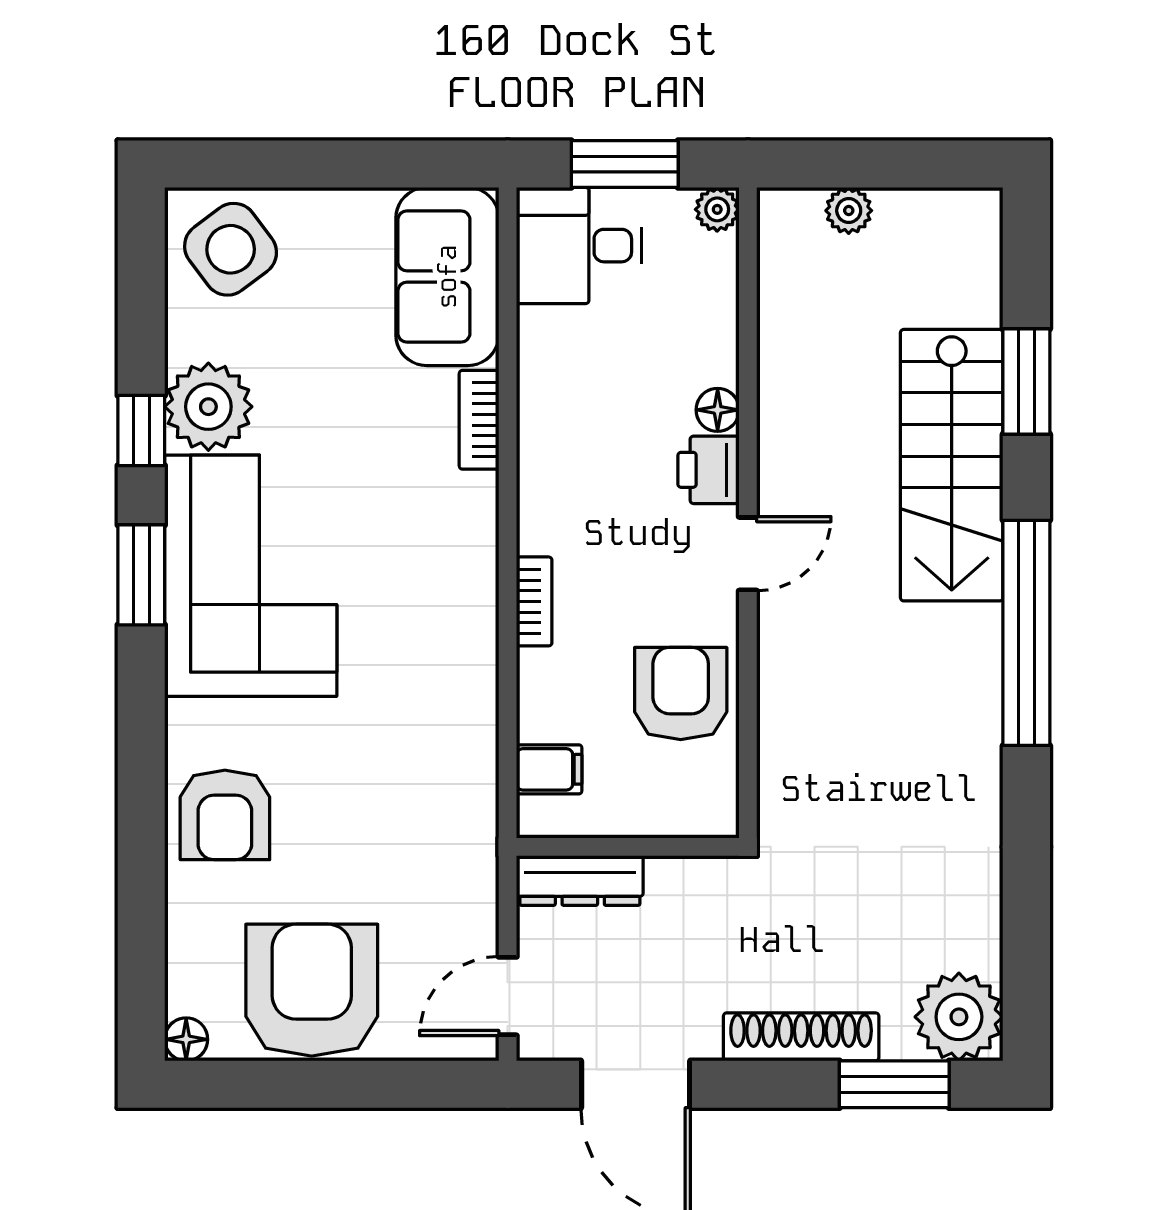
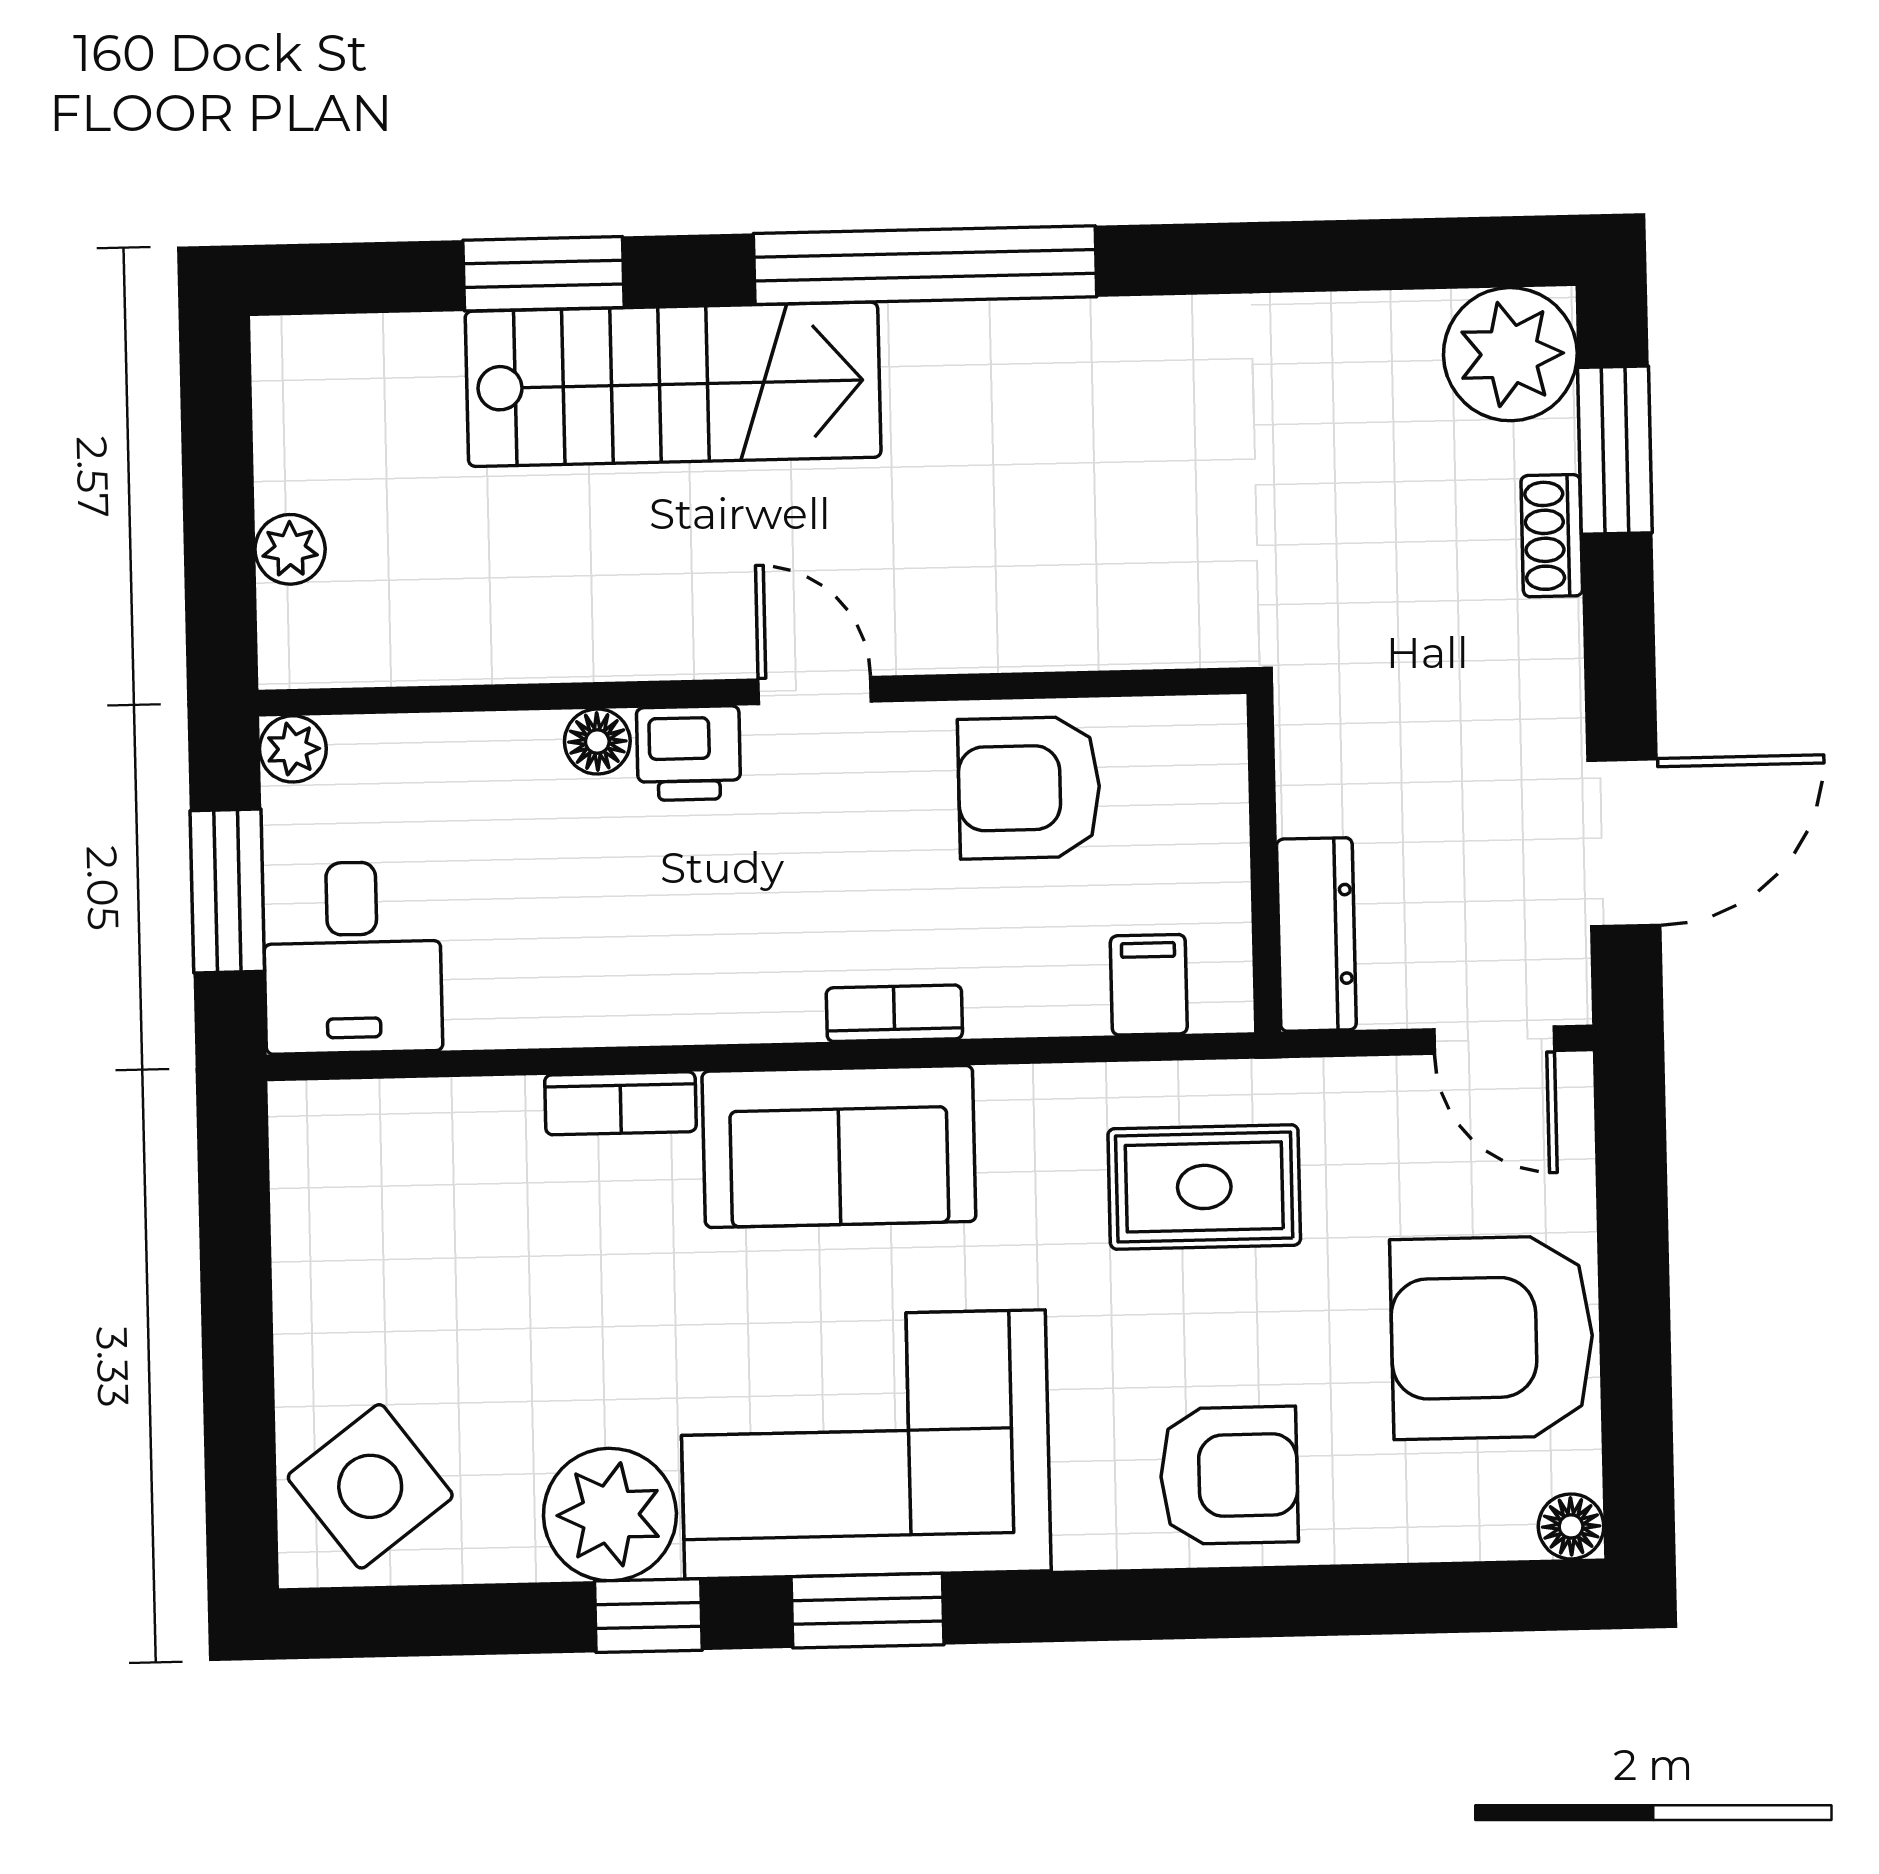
sofa: (447, 277) -> (839, 1146), moved
rug: (415, 803) -> (1204, 1187), added
shoe rack: (801, 1037) -> (1552, 536), width x0.51, depth x0.81

